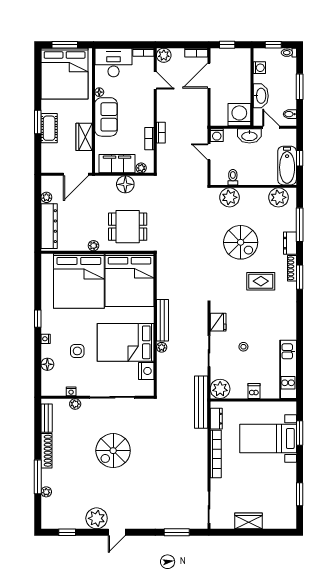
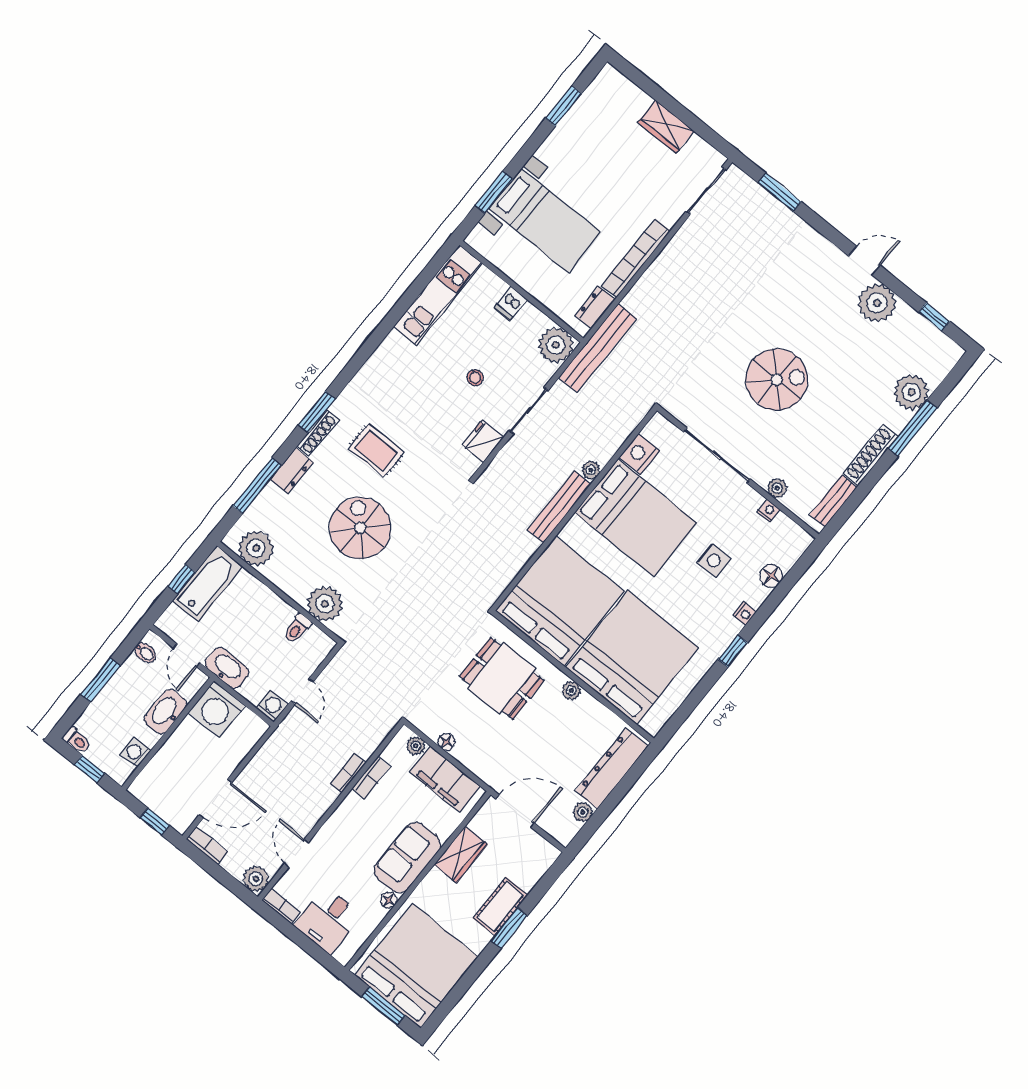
desk: (114, 62) -> (328, 920), width x0.73
floor lamp: (125, 184) -> (446, 742), width x0.53, depth x0.53
plant: (46, 492) -> (911, 392), width x1.87, depth x1.87

